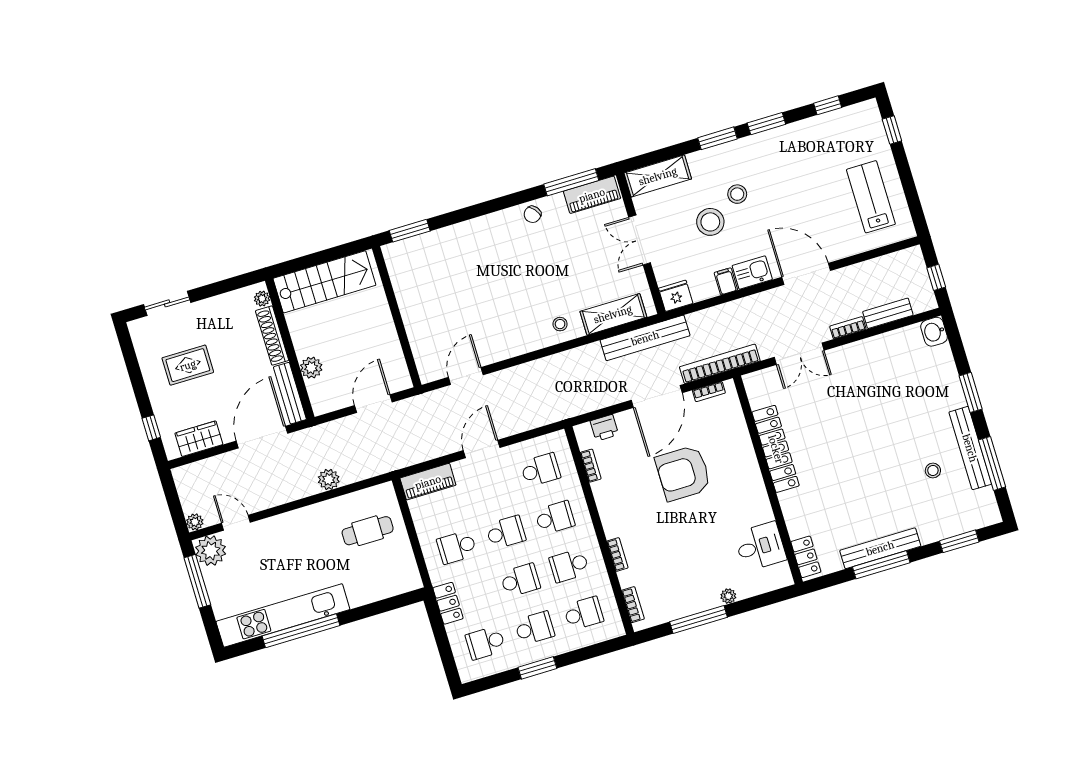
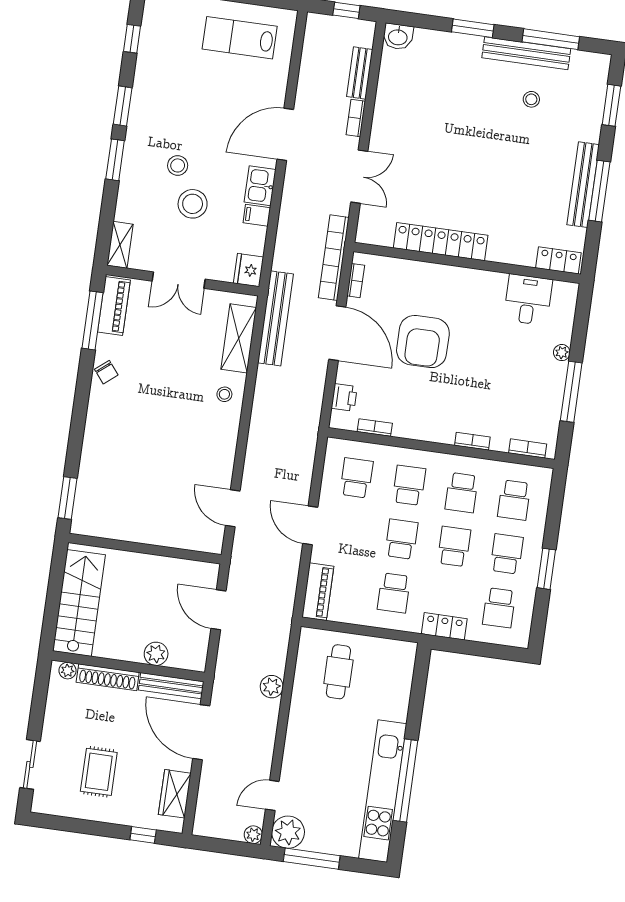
shelving: (658, 176) -> (120, 245), width x0.67, depth x0.75
school desk: (584, 613) -> (514, 500), turned 180

